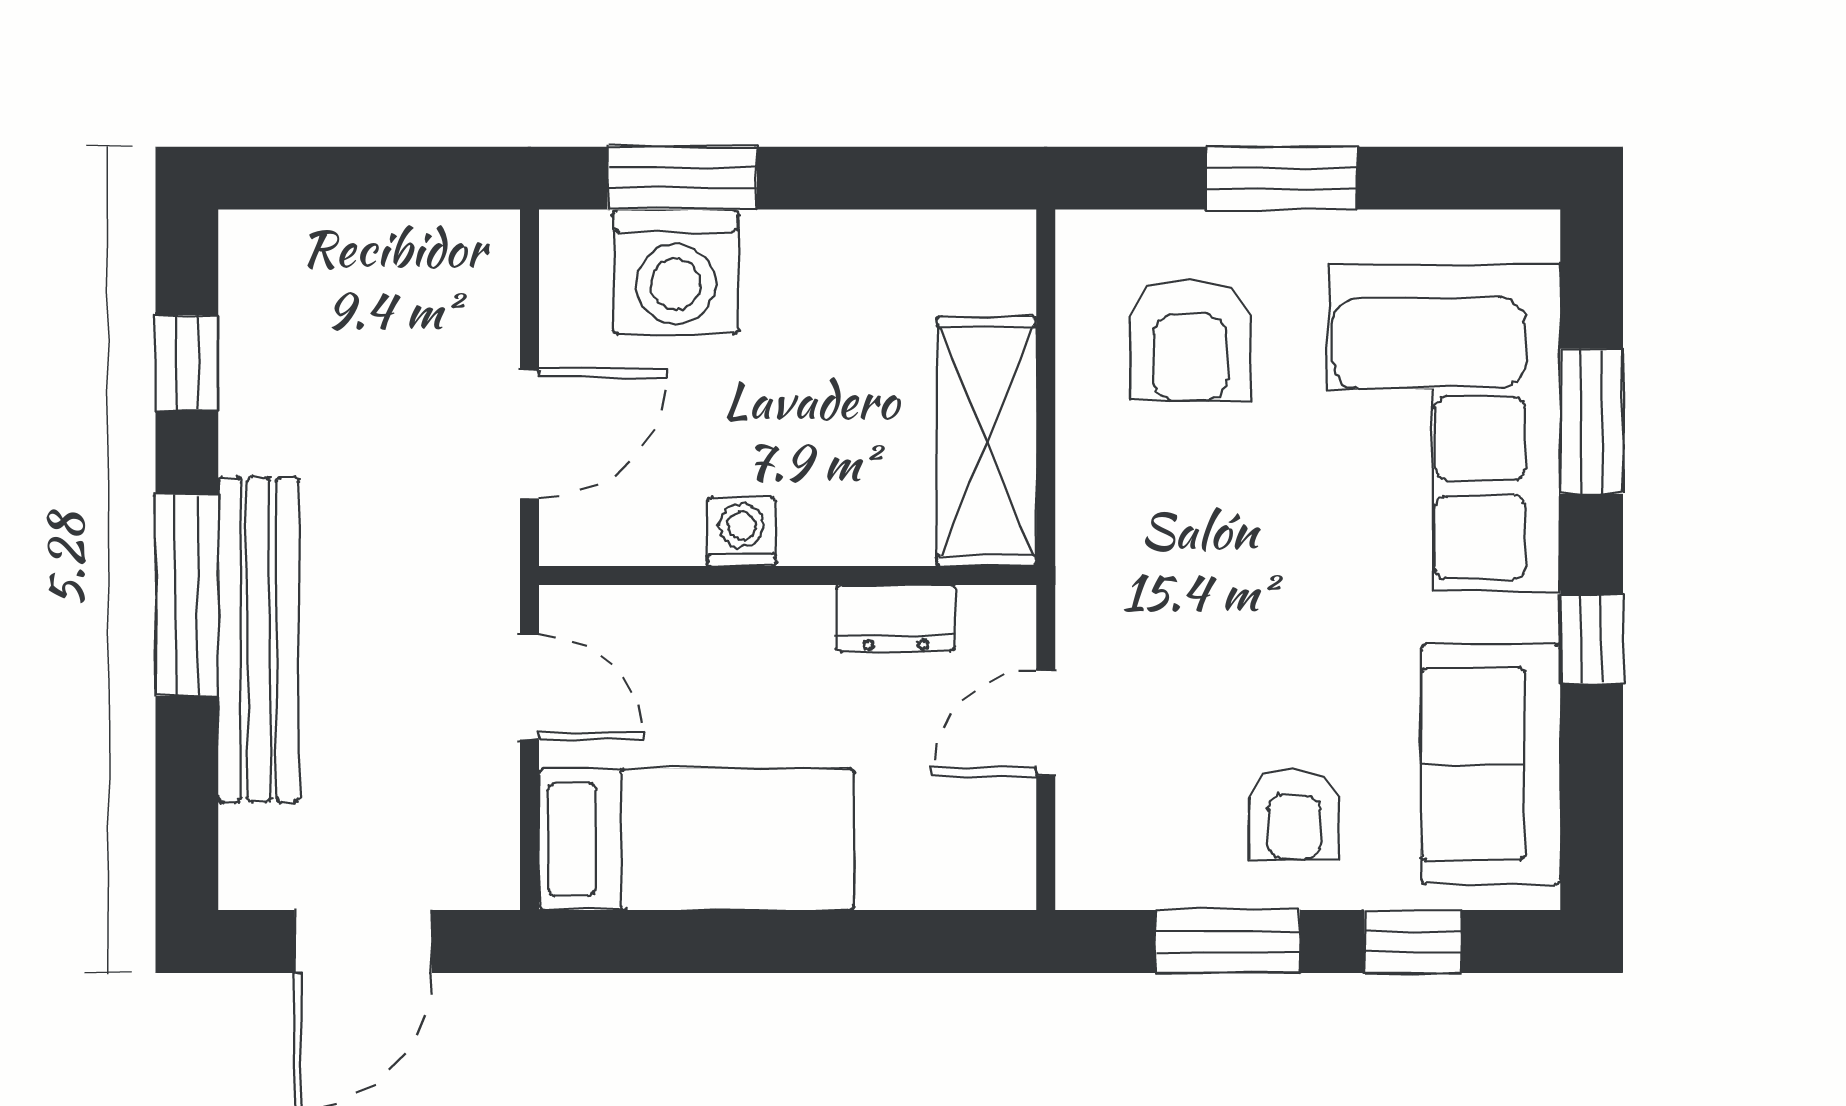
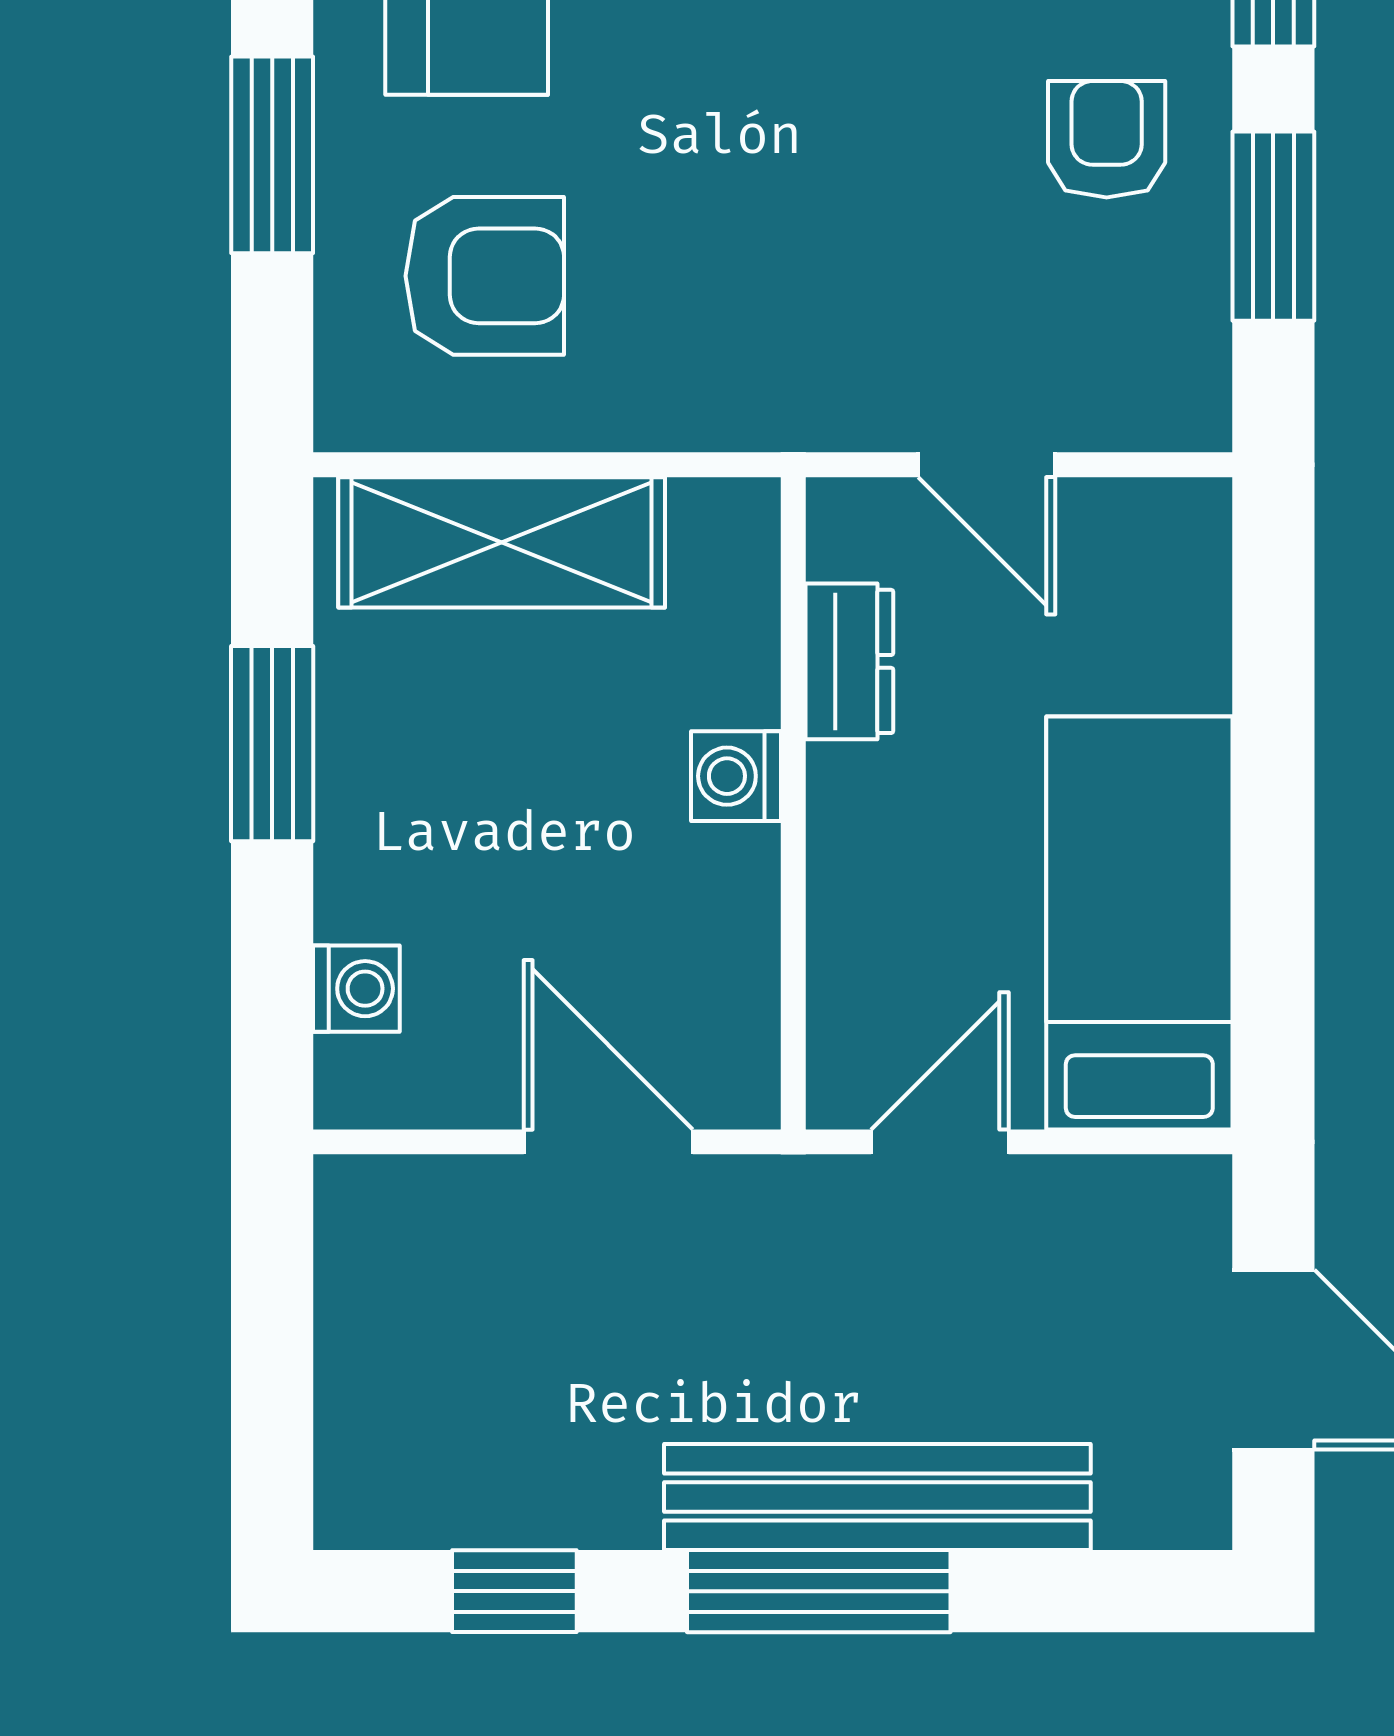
window: (682, 178) -> (272, 744), moved
washing machine: (676, 272) -> (356, 989), width x0.53, depth x0.53
shelving: (986, 442) -> (502, 542), moved
washing machine: (742, 532) -> (736, 776), moved
armchair: (1294, 814) -> (1107, 139), turned -90

